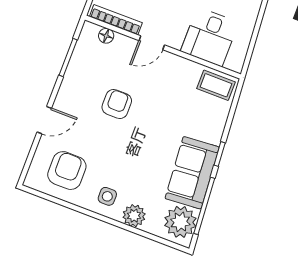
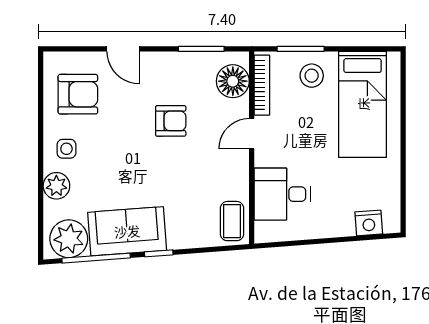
floor lamp: (106, 36) -> (233, 81), width x1.89, depth x1.89
door: (152, 43) -> (252, 134), hinge flipped

